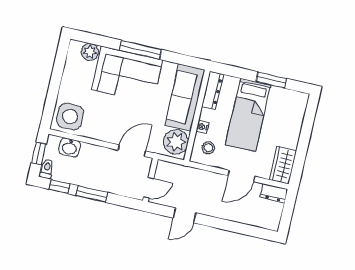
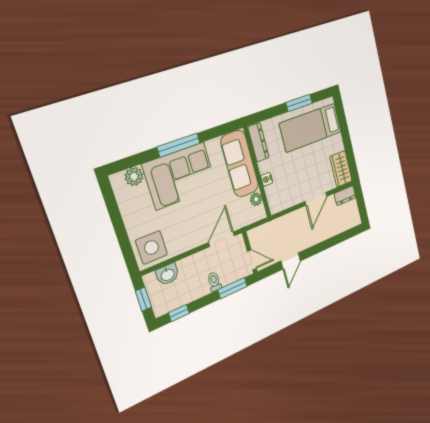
bed: (248, 115) -> (311, 128), moved, turned 90
plant: (176, 142) -> (256, 199), width x0.53, depth x0.53
stool: (208, 148) -> (280, 194), removed
toilet: (47, 169) -> (214, 282), moved
door: (149, 188) -> (252, 260), hinge flipped
window: (92, 194) -> (233, 288), moved

